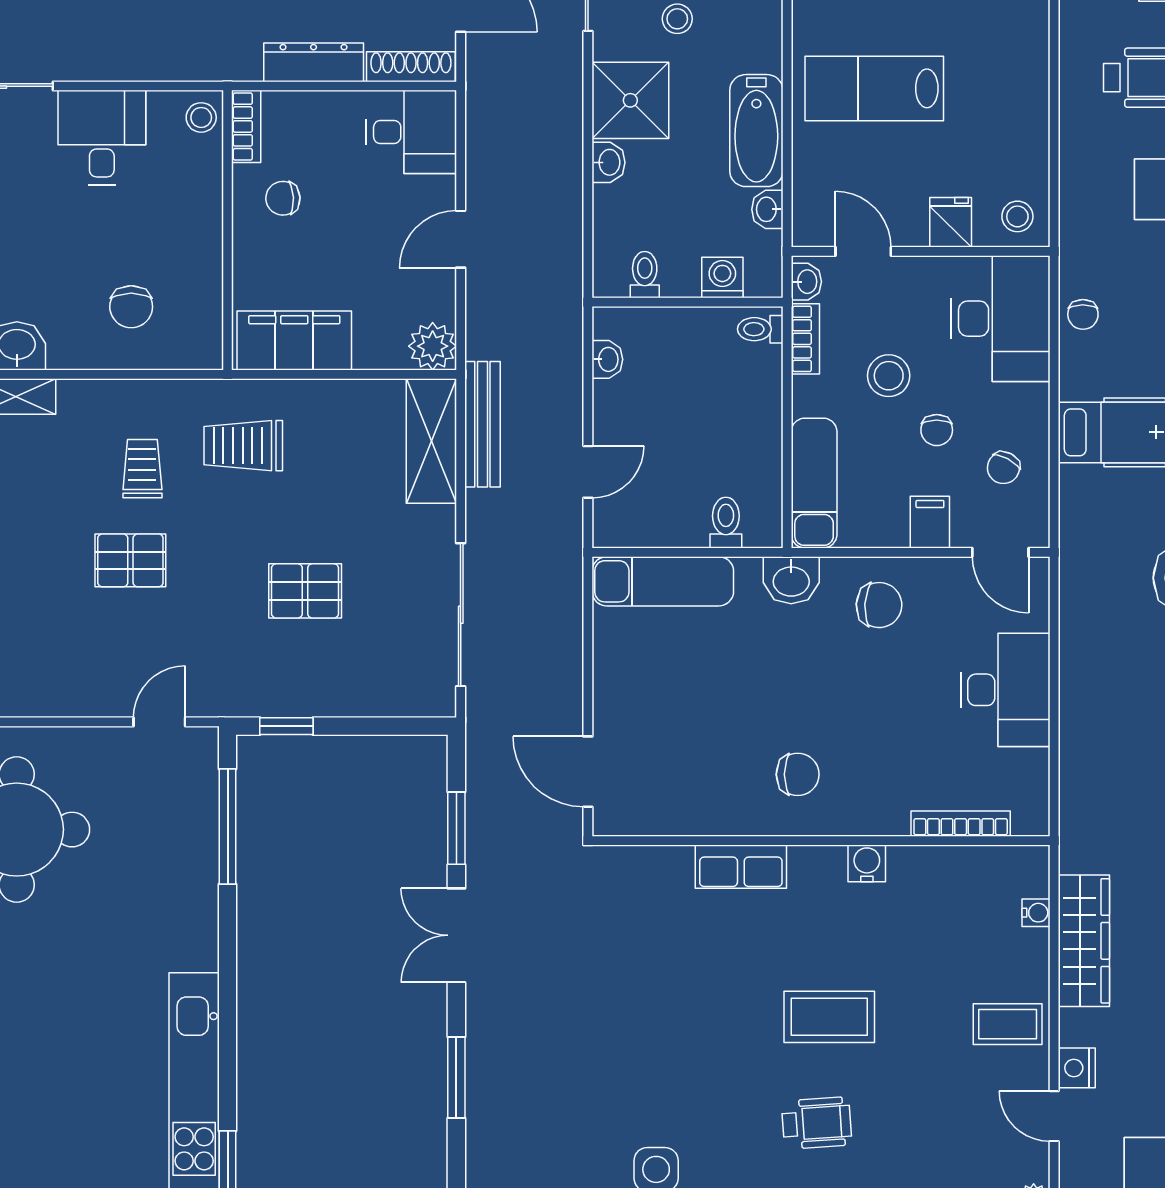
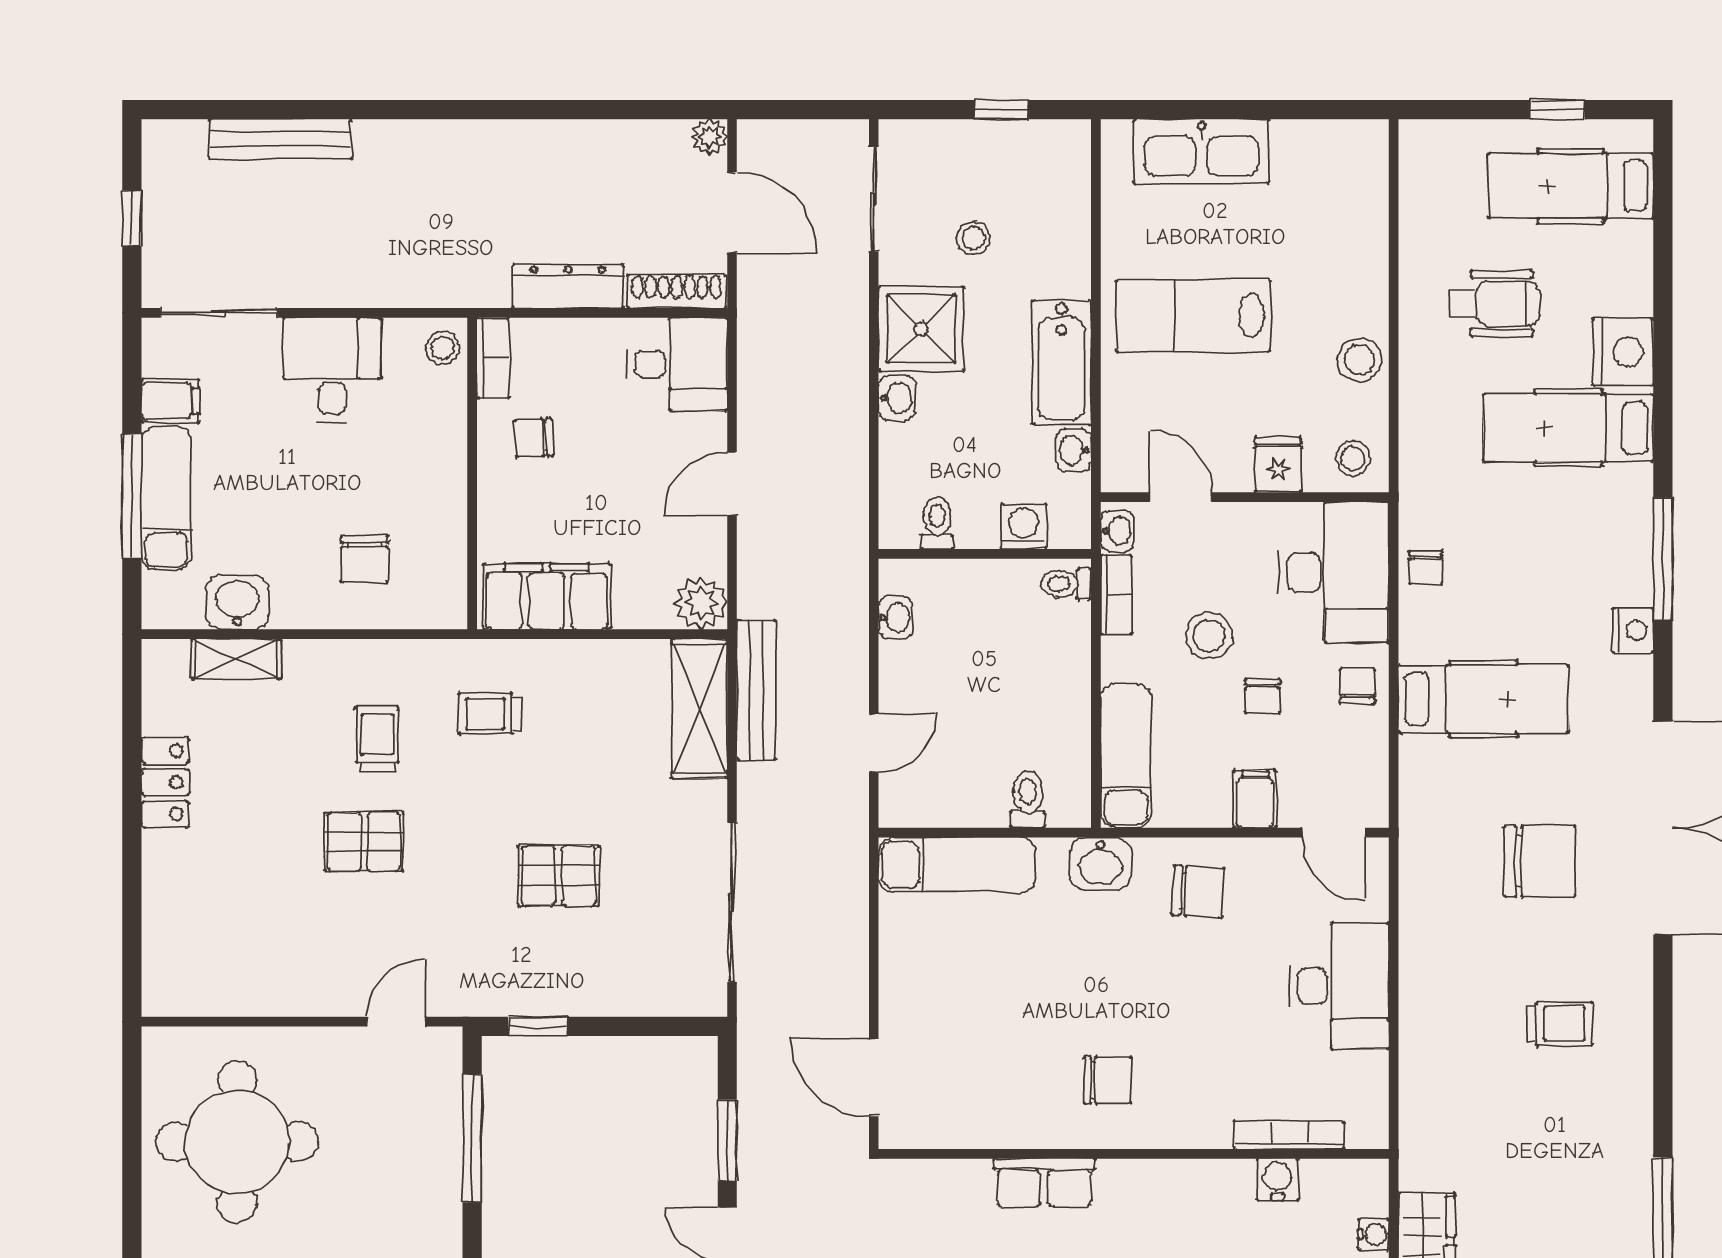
stool: (1024, 128) -> (1360, 360), added
trolley: (243, 446) -> (490, 714), width x0.73, depth x0.72
chair: (1003, 468) -> (1357, 686), moved, turned 152
water cooler: (867, 863) -> (1277, 1179), moved

